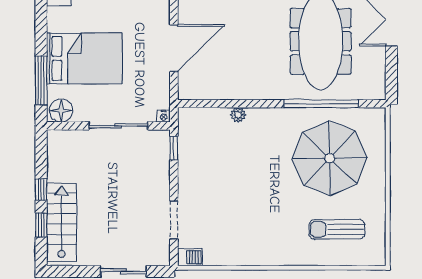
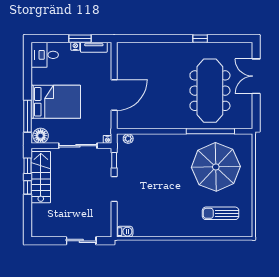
plant: (238, 115) -> (128, 139), moved
doorway: (174, 220) -> (114, 189), moved
stairs: (62, 222) -> (41, 177), moved
window: (41, 225) -> (27, 166), moved

